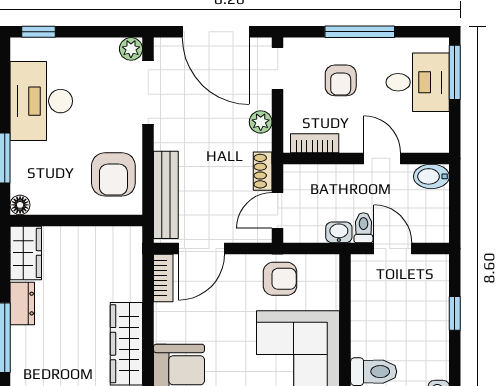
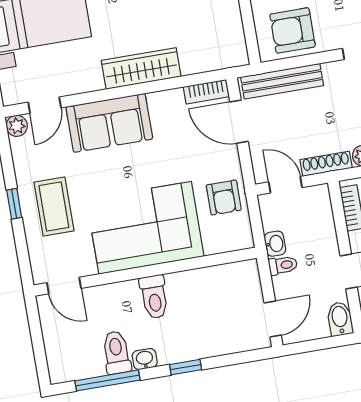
shoe rack: (263, 171) -> (326, 164), width x1.43
door: (393, 249) -> (273, 319), moved
window: (455, 313) -> (186, 367), moved

